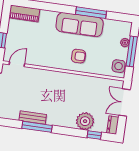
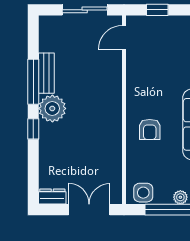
door: (17, 64) -> (124, 38), swing flipped
plant: (85, 121) -> (52, 108), moved
window: (94, 135) -> (33, 129), moved

